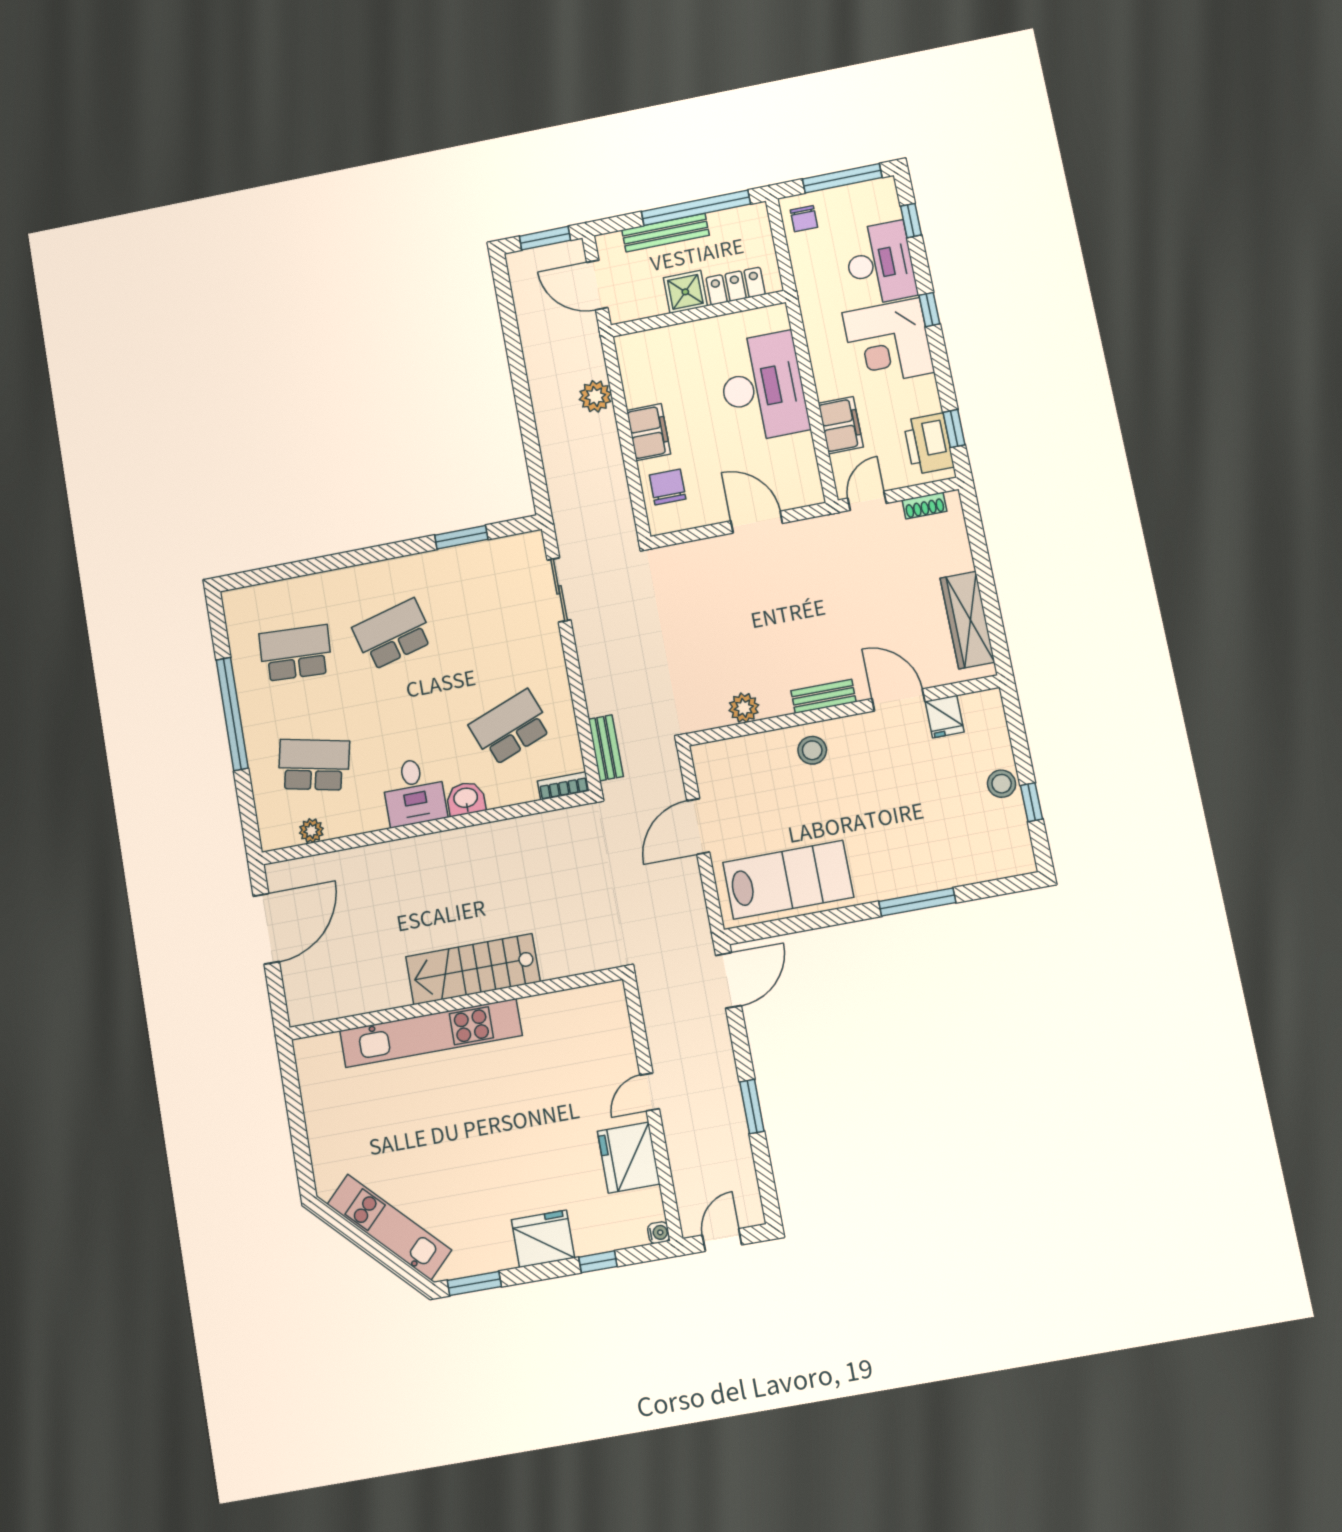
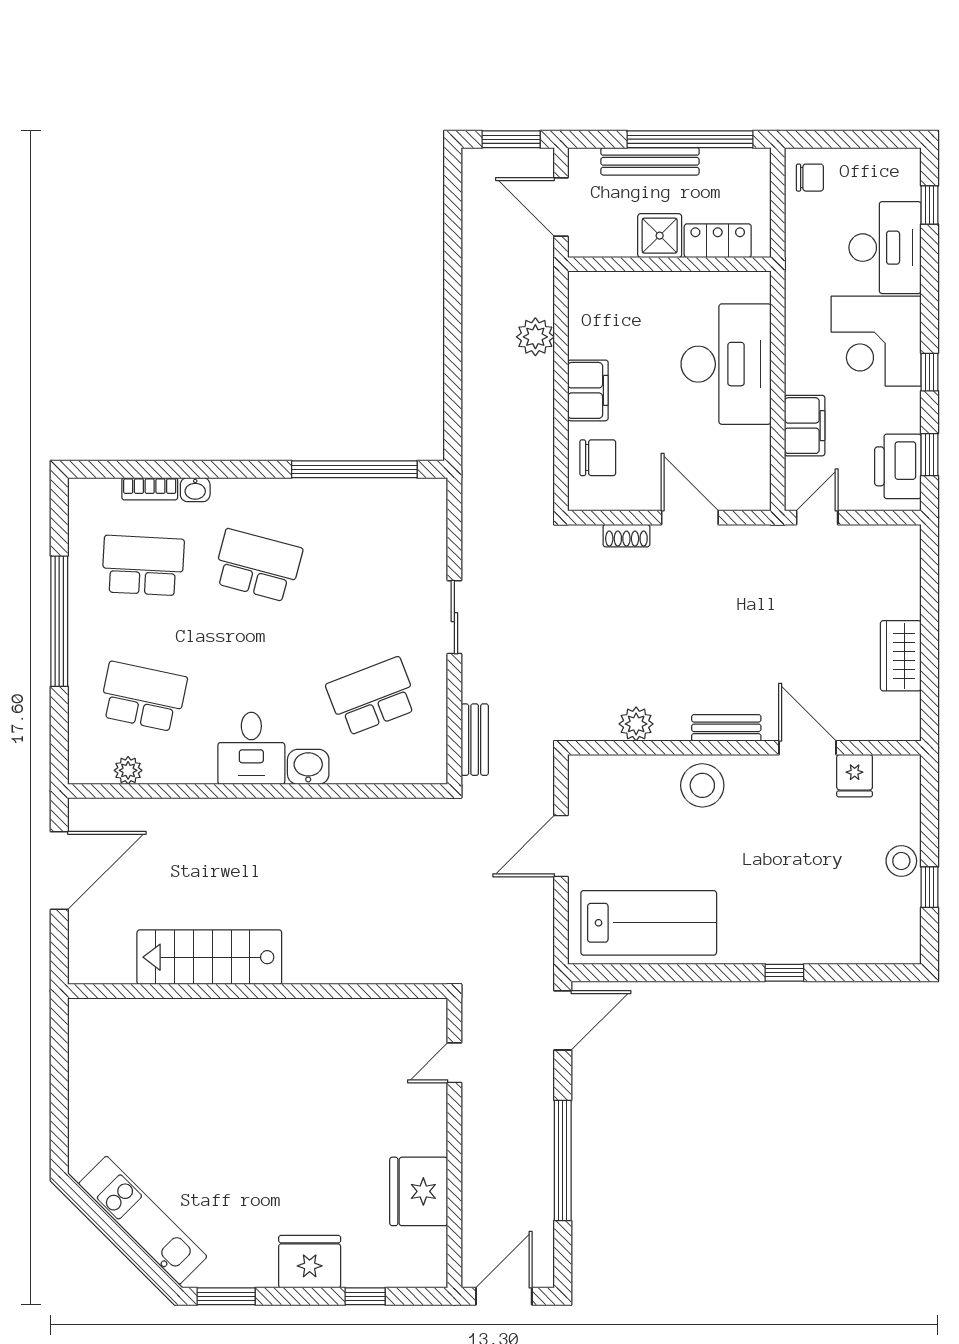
window: (842, 178) -> (862, 139), removed
chair: (804, 219) -> (810, 178), turned -90
window: (929, 310) -> (930, 372), moved
chair: (668, 487) -> (598, 458), turned 90
shoe rack: (924, 506) -> (626, 536), moved
window: (461, 537) -> (354, 469), width x2.11
washbasin: (329, 581) -> (195, 490), added
sliding door: (559, 590) -> (454, 617), moved
wardrobe: (967, 620) -> (901, 656), width x0.67
school desk: (393, 634) -> (258, 565), turned 30
stool: (812, 750) -> (702, 785), width x1.38, depth x1.38
bookcase: (563, 786) -> (150, 489), moved, turned 180
window: (917, 902) -> (784, 973), width x0.46
stairs: (473, 969) -> (209, 957), moved
kitchen unit: (431, 1033) -> (225, 1019), removed
door: (650, 1092) -> (454, 1063), moved
window: (752, 1107) -> (563, 1160), width x2.11
water cooler: (659, 1233) -> (437, 1277), removed
door: (722, 1240) -> (504, 1296), width x1.38

